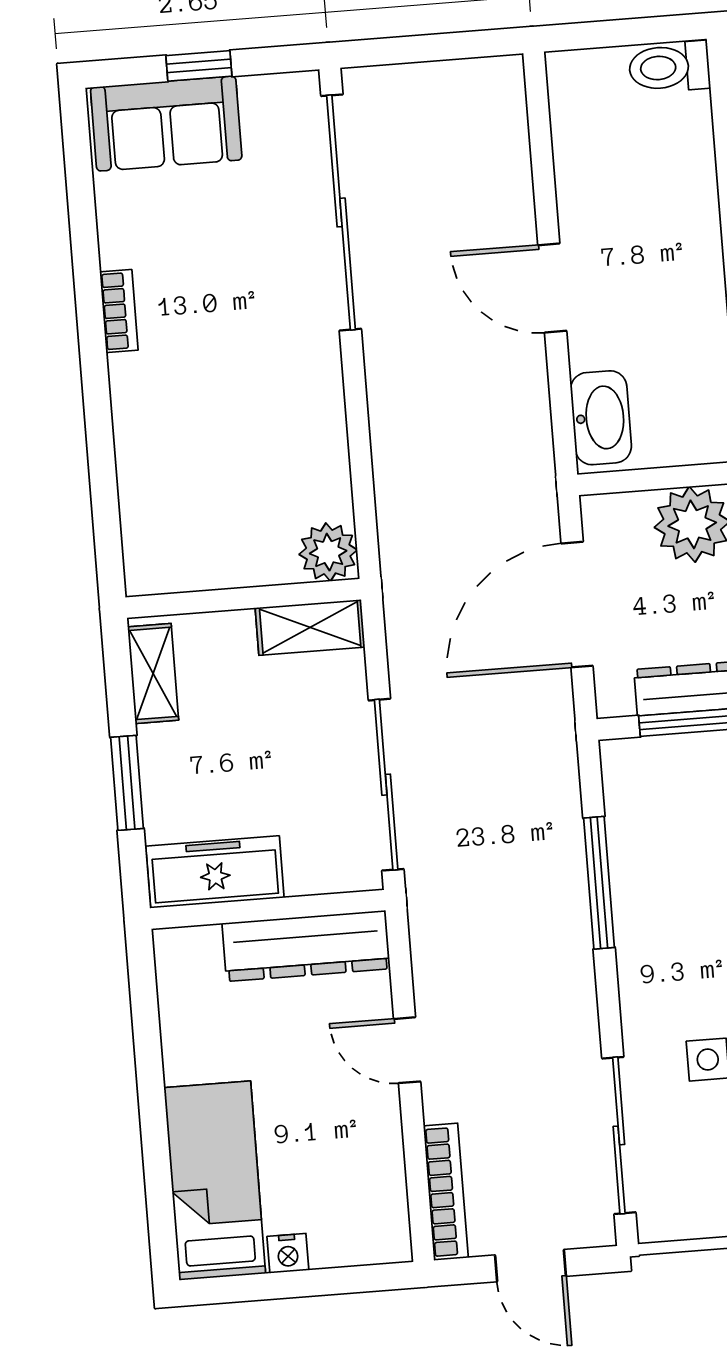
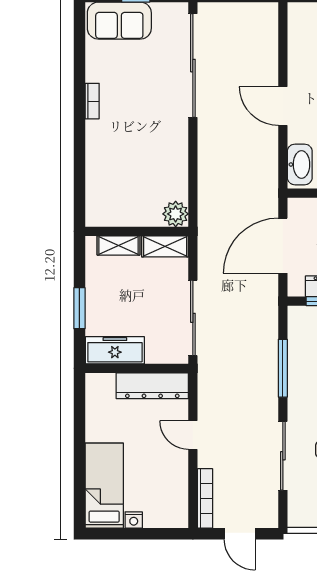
shelving: (153, 673) -> (118, 245), moved, turned 90
sliding door: (619, 1135) -> (283, 456), moved

